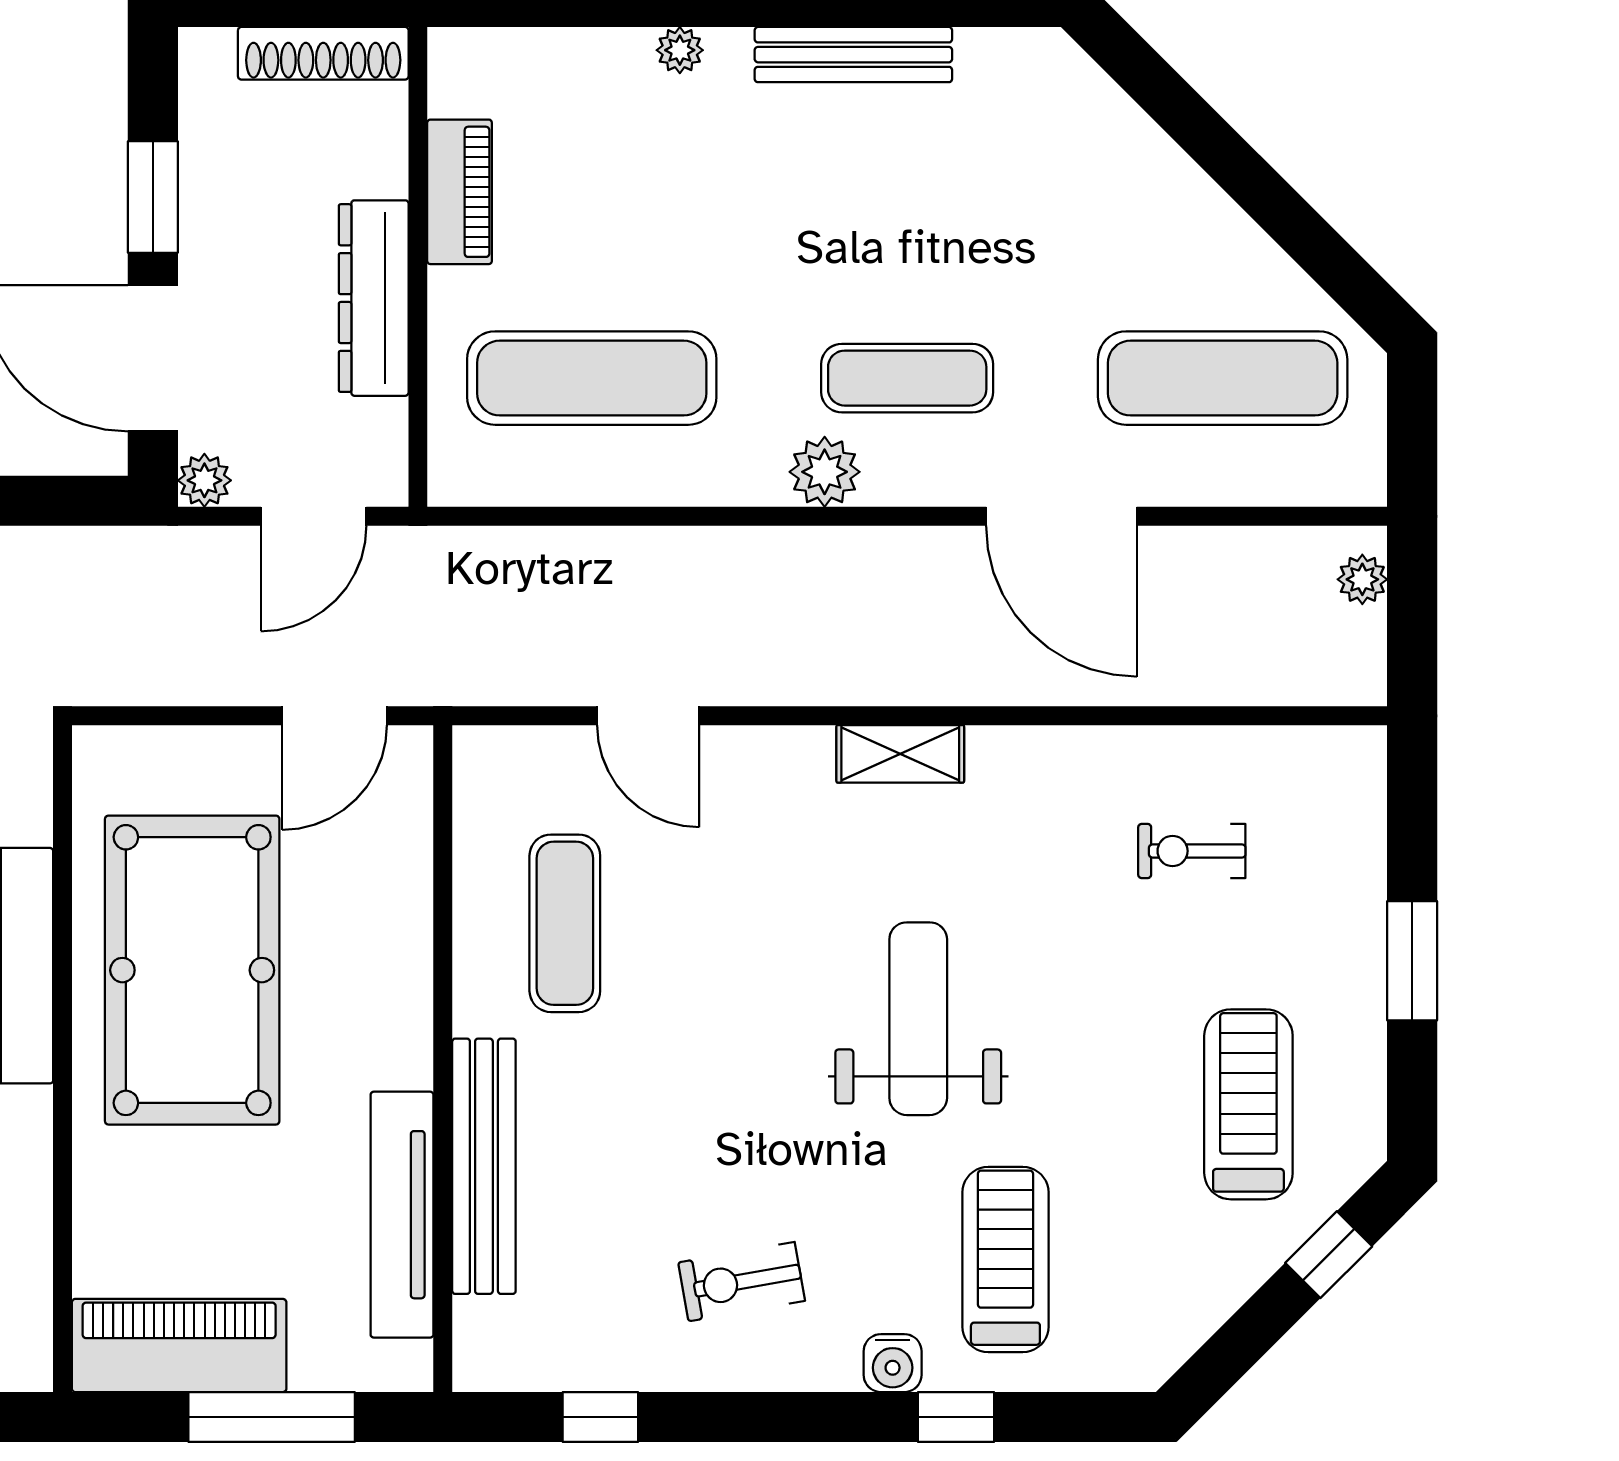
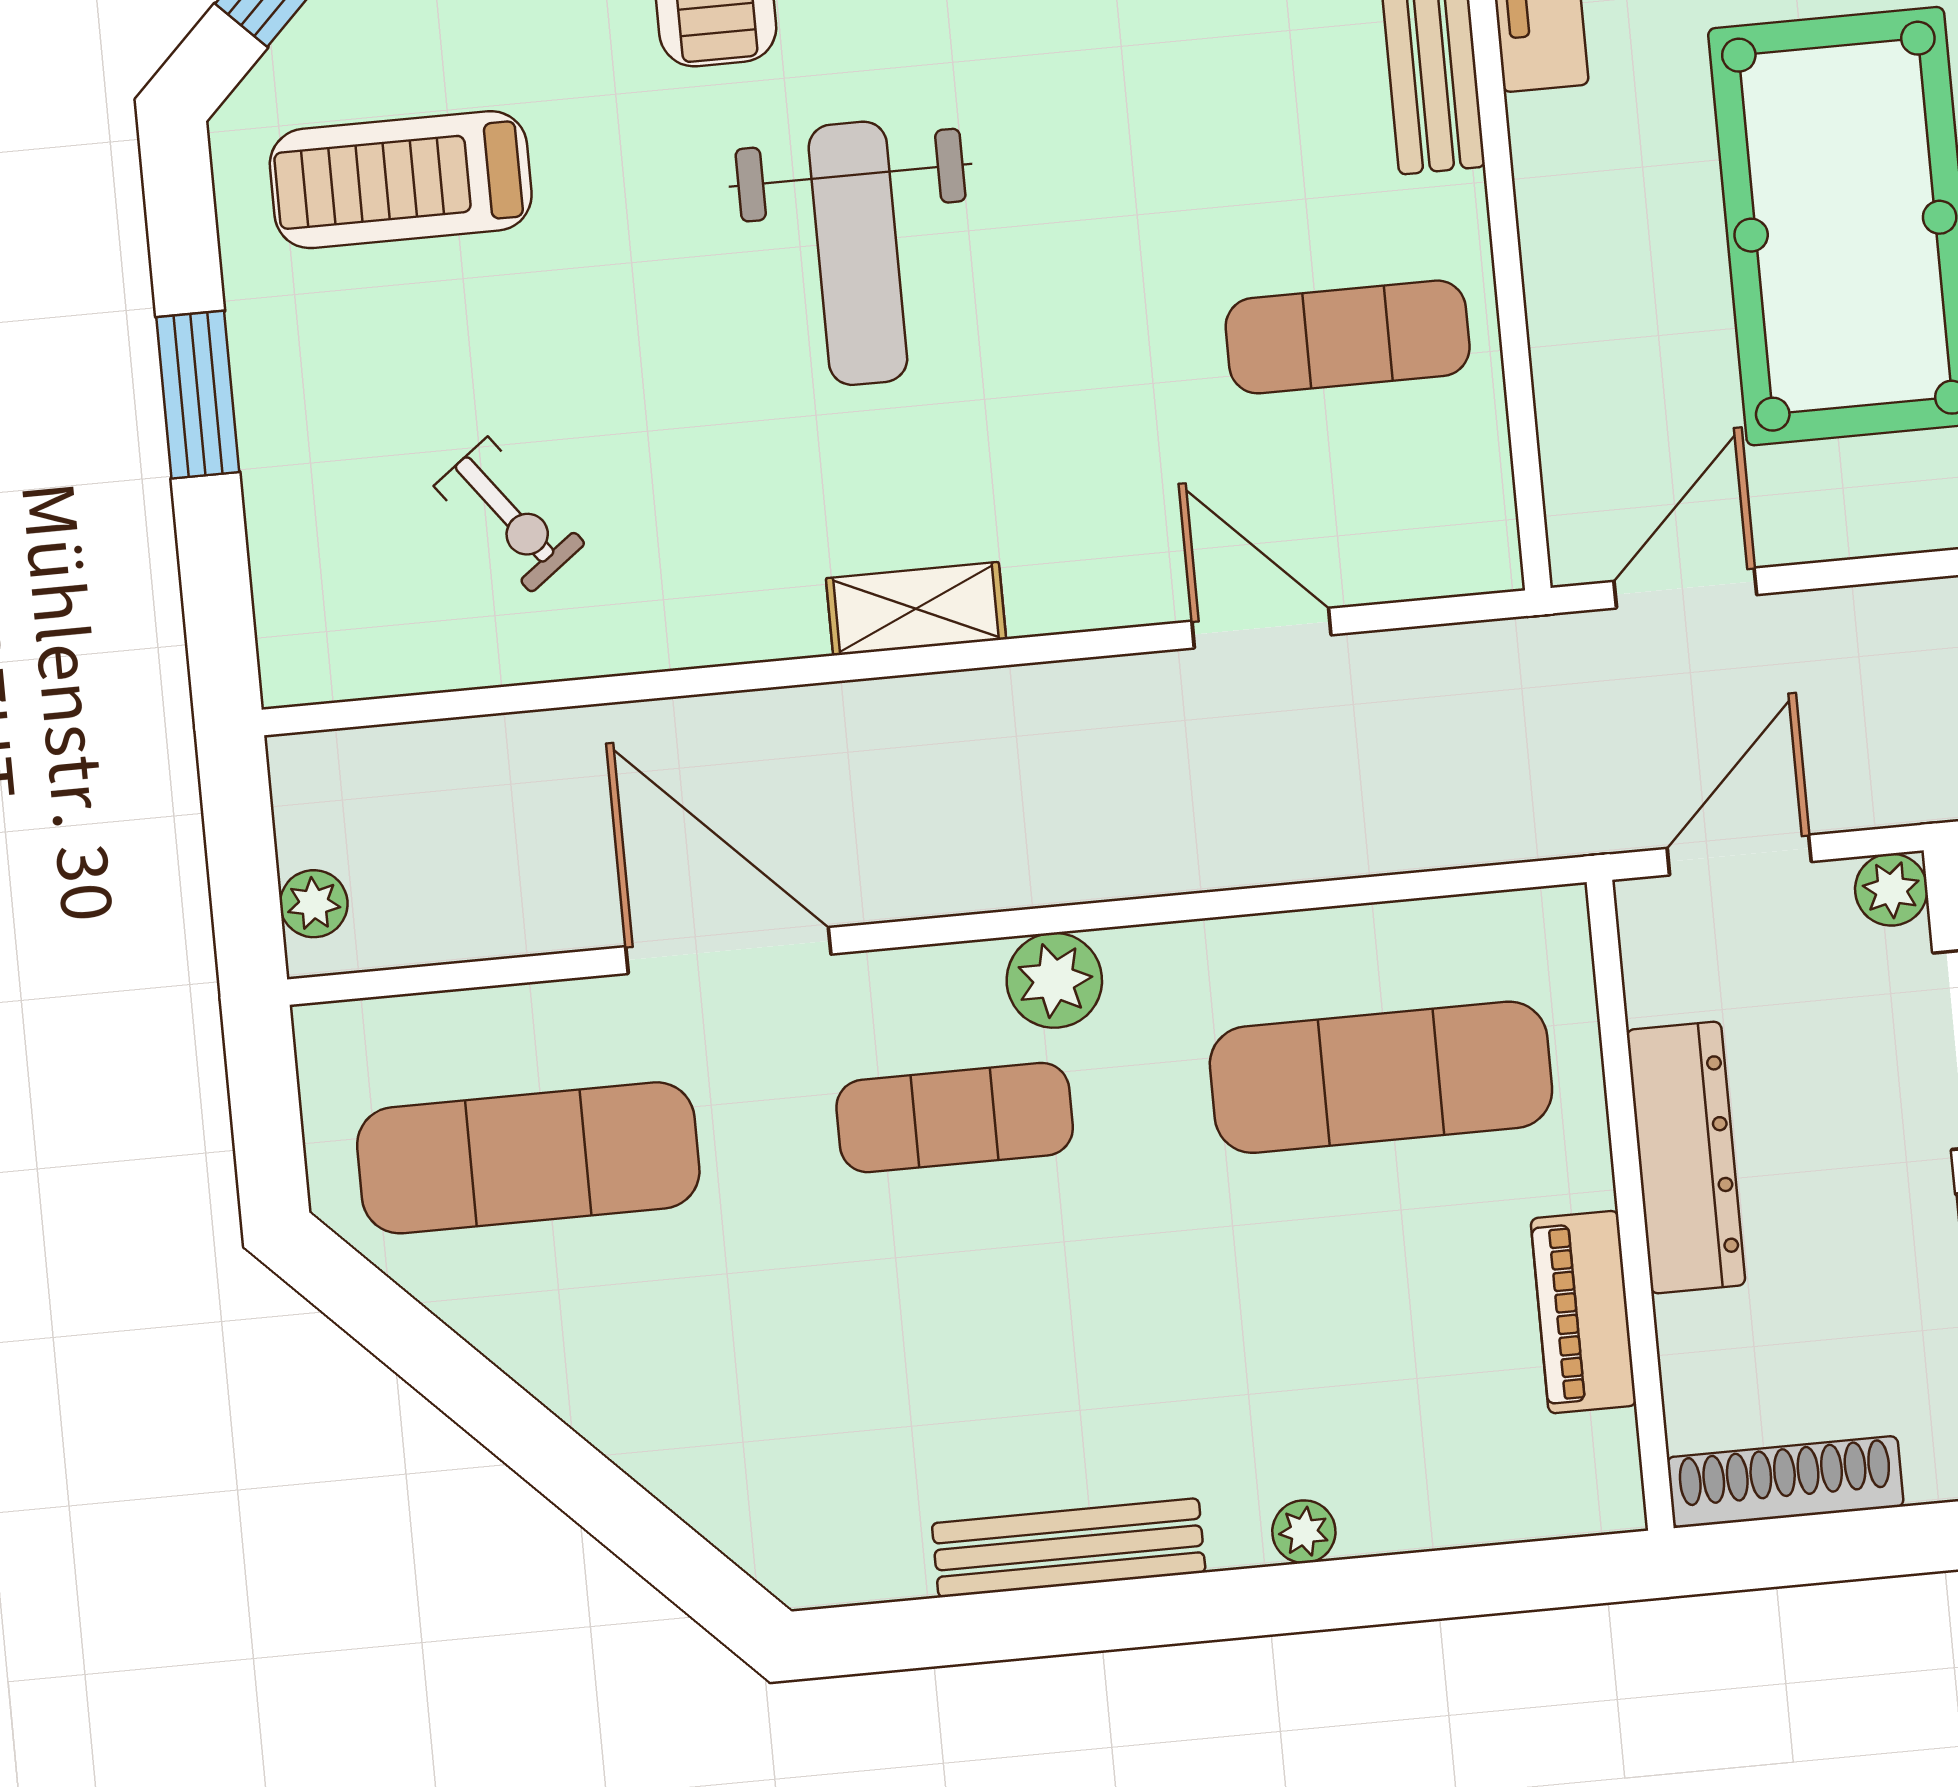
exercise bike: (1192, 851) -> (510, 515), turned 53
exercise mat: (565, 923) -> (1348, 337), turned 90
treadmill: (1248, 1104) -> (401, 180), turned 90

